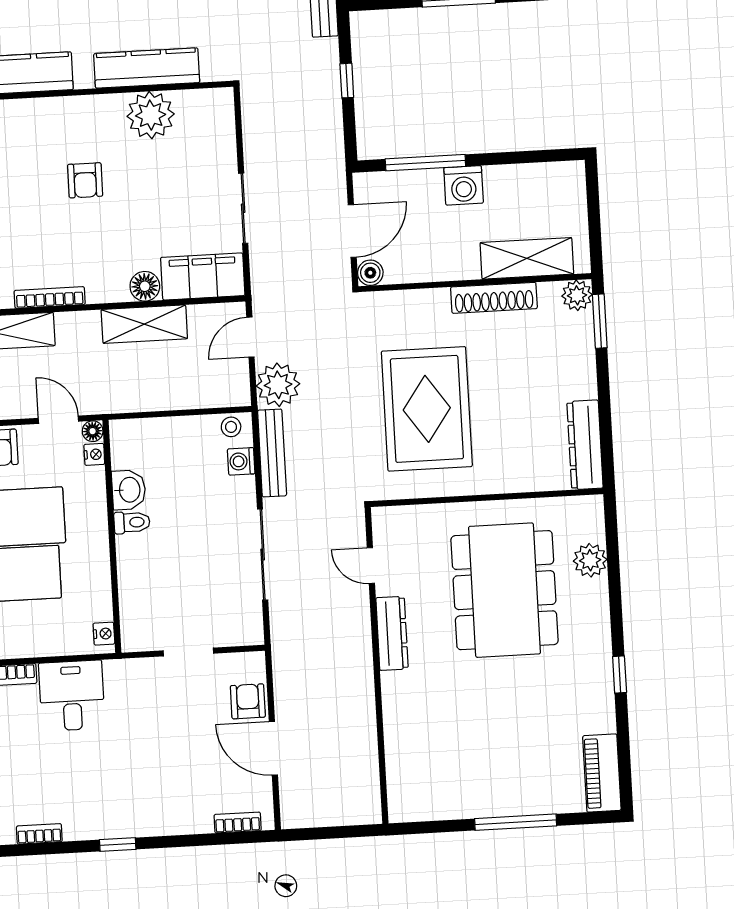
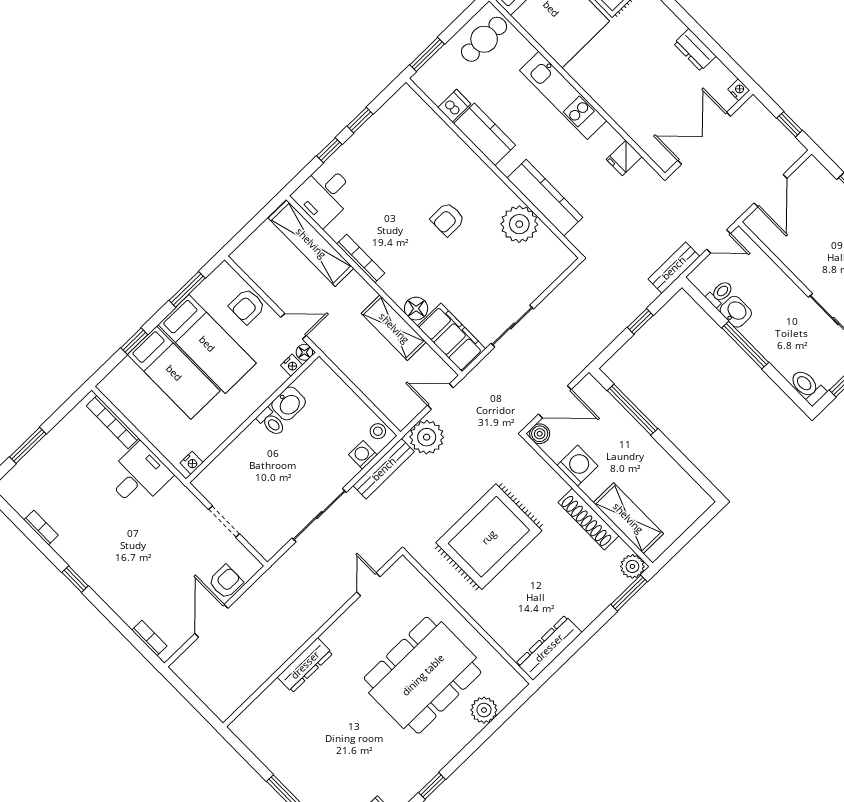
washing machine: (464, 185) -> (577, 466), moved, turned 180
door: (58, 420) -> (294, 326), hinge flipped
dresser: (392, 633) -> (305, 665), moved

